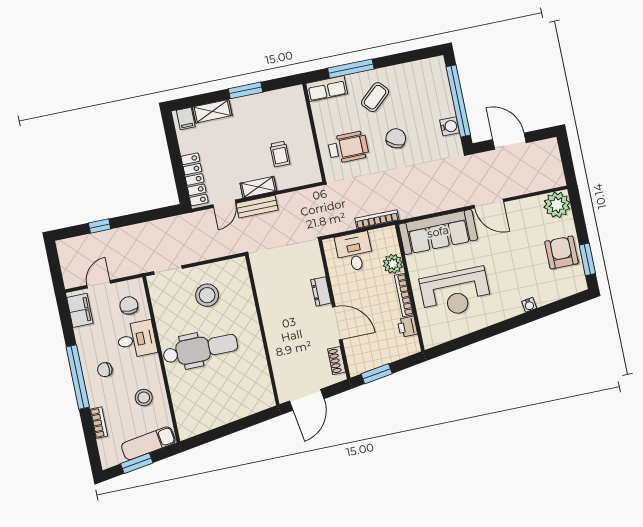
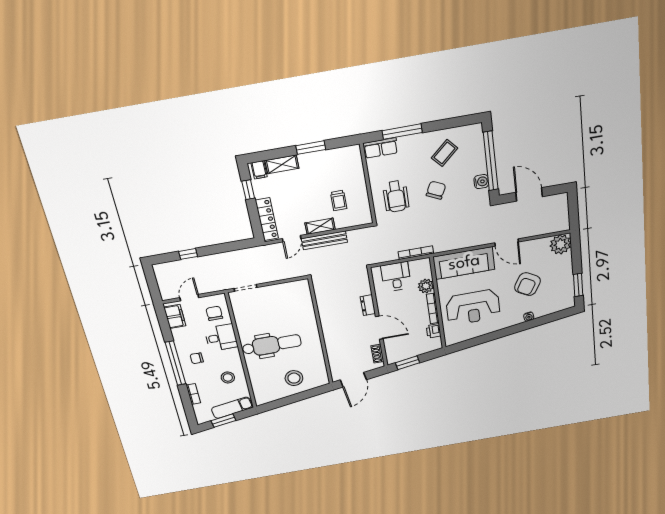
coffee table: (375, 97) -> (445, 153), moved
window: (173, 143) -> (248, 190), added
wheelchair: (348, 147) -> (396, 196), turned 90
bench: (257, 207) -> (324, 240), width x1.36
armchair: (562, 252) -> (528, 284), moved, turned -150
stool: (207, 295) -> (294, 378), moved

